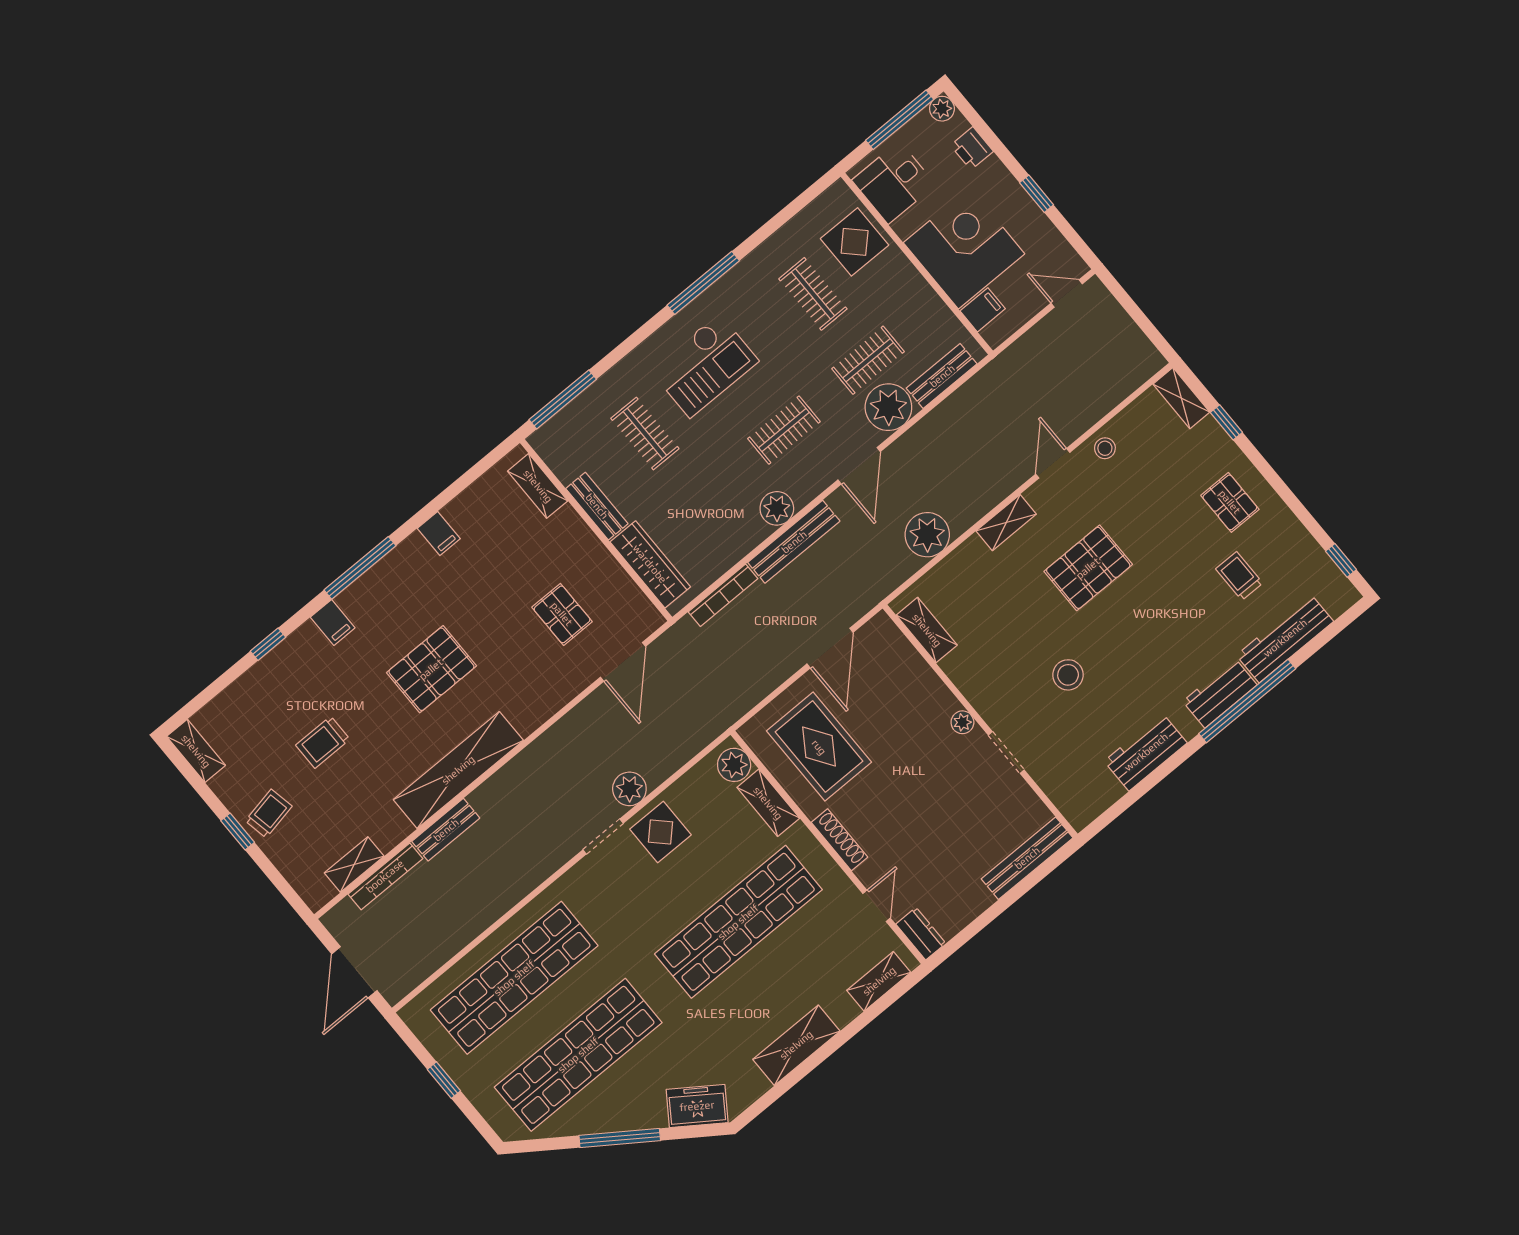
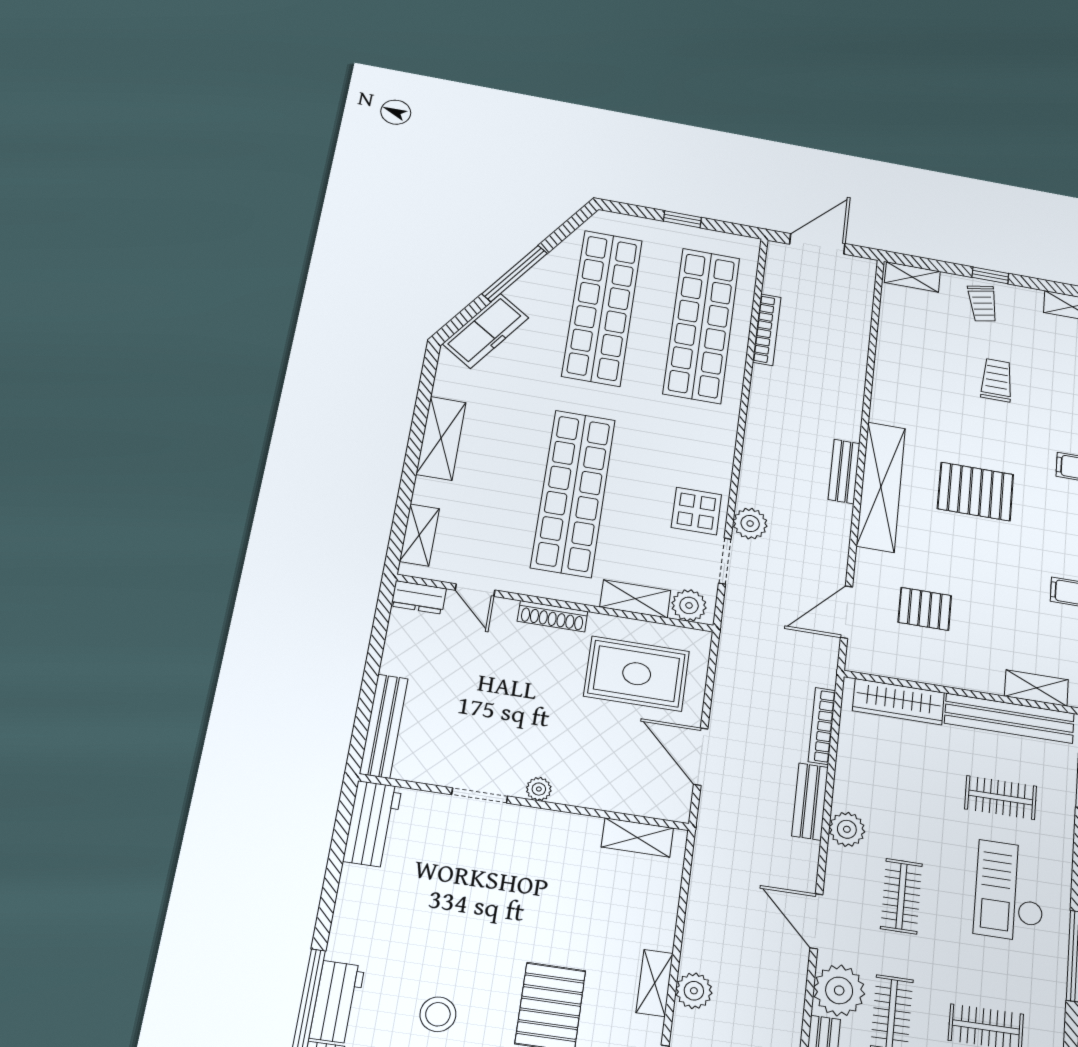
bench: (597, 506) -> (1010, 718), width x1.86, depth x1.21
plant: (927, 535) -> (694, 991), moved, width x0.73, depth x0.73
bench: (794, 542) -> (810, 802), width x0.73
door: (623, 662) -> (847, 612), hinge flipped
pallet: (431, 669) -> (976, 492), turned 90
stool: (1068, 675) -> (438, 1014), moved
workbench: (1146, 752) -> (372, 824), moved
shelving: (458, 770) -> (881, 487), moved
bench: (446, 830) -> (844, 471), moved
doorway: (603, 836) -> (725, 561), moved
shelving: (354, 865) -> (912, 277), moved, turned 90
bookcase: (385, 876) -> (767, 330), moved, turned 180
door: (354, 972) -> (817, 244), hinge flipped
freezer: (697, 1106) -> (486, 331), width x1.40

